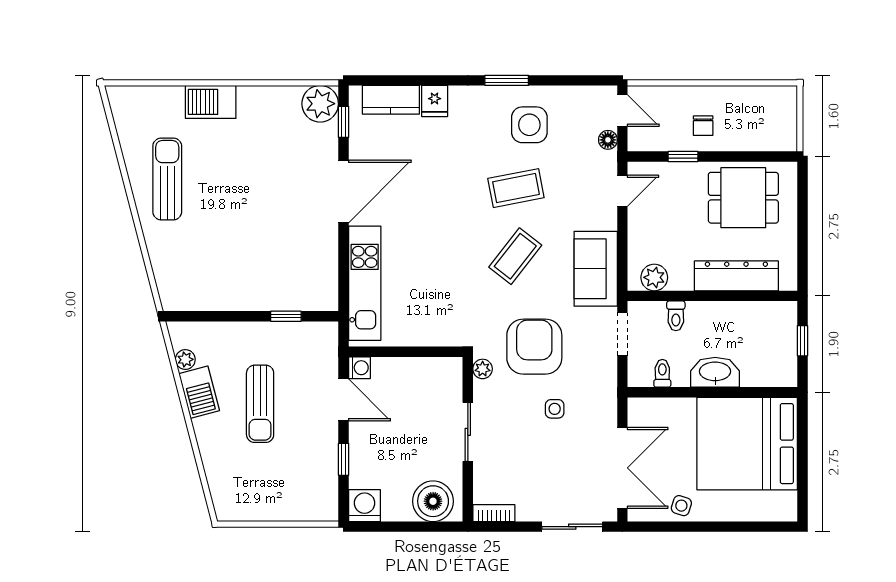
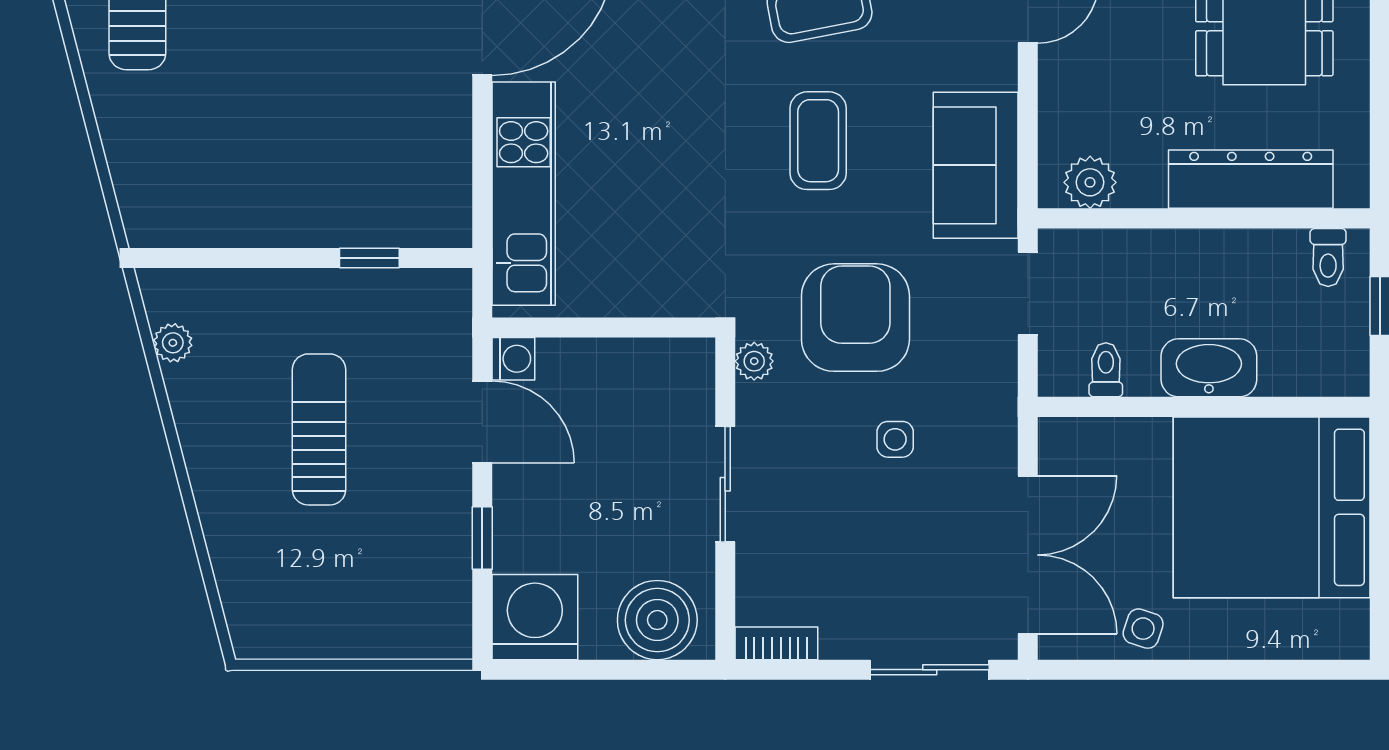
coffee table: (515, 256) -> (818, 141), turned -38
toilet: (676, 316) -> (1328, 257), moved
barbecue: (199, 392) -> (200, 407), removed
sun lounger: (260, 404) -> (319, 429), turned 180
washing machine: (365, 506) -> (535, 617), width x1.37, depth x1.37

